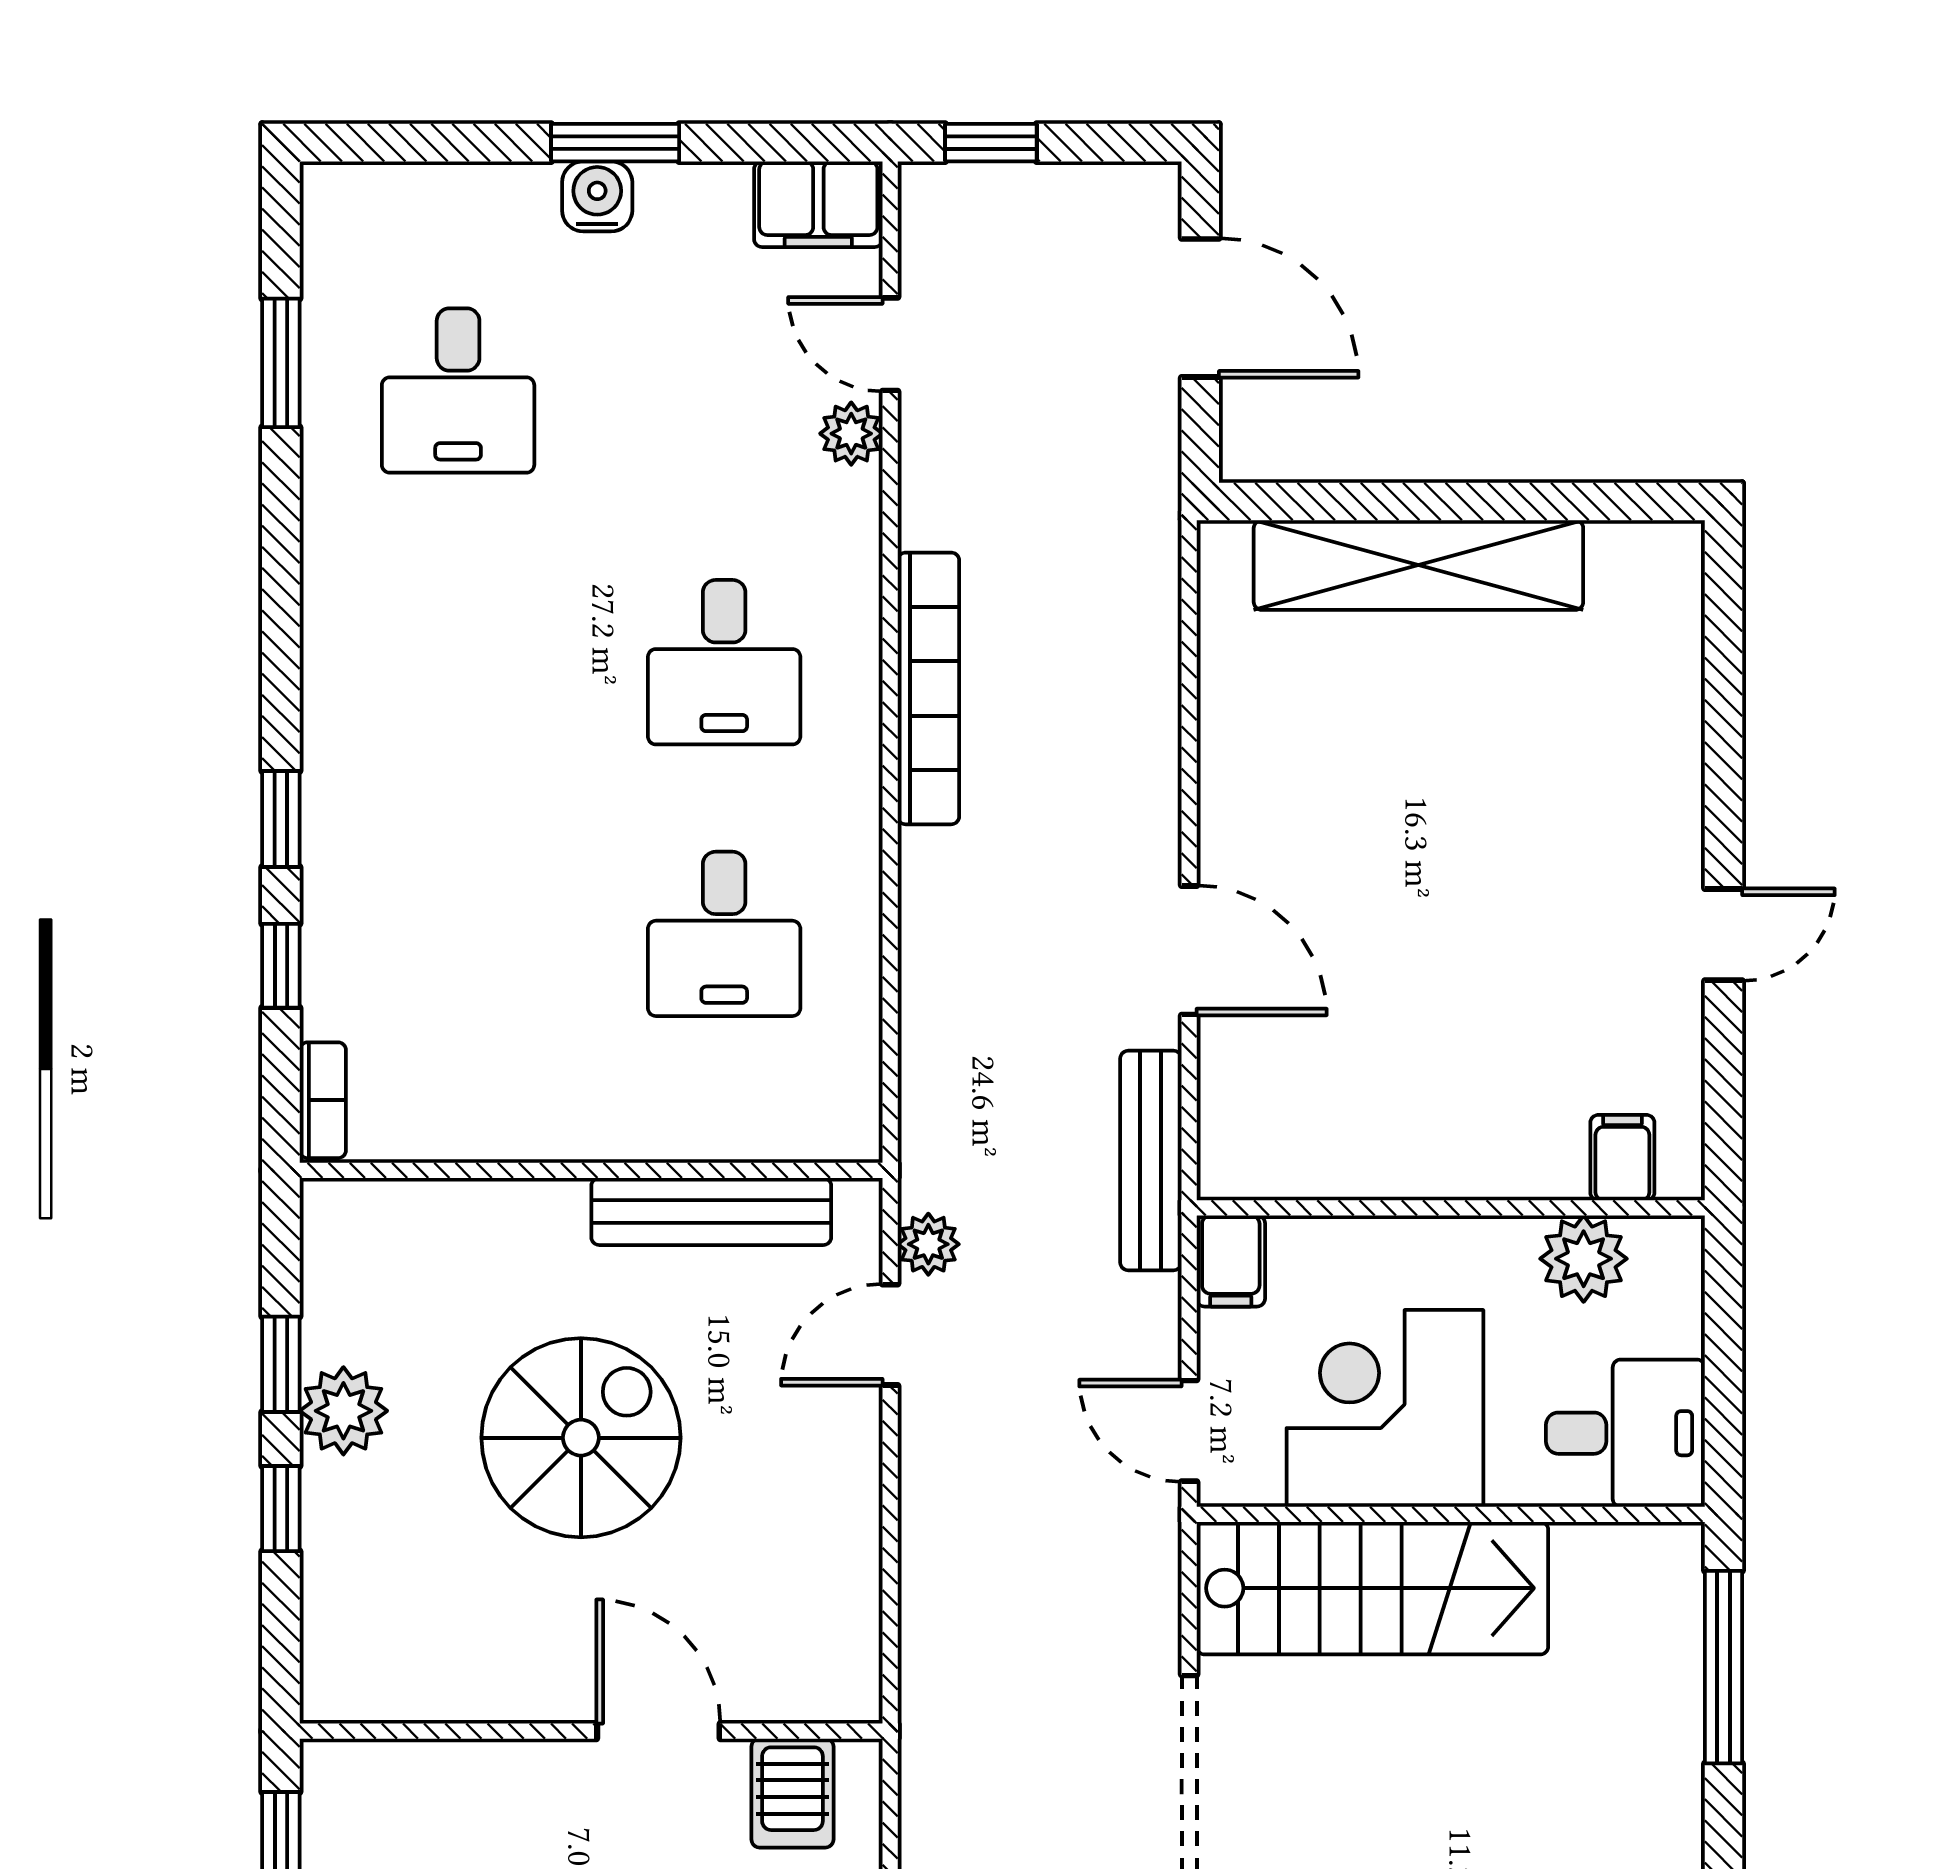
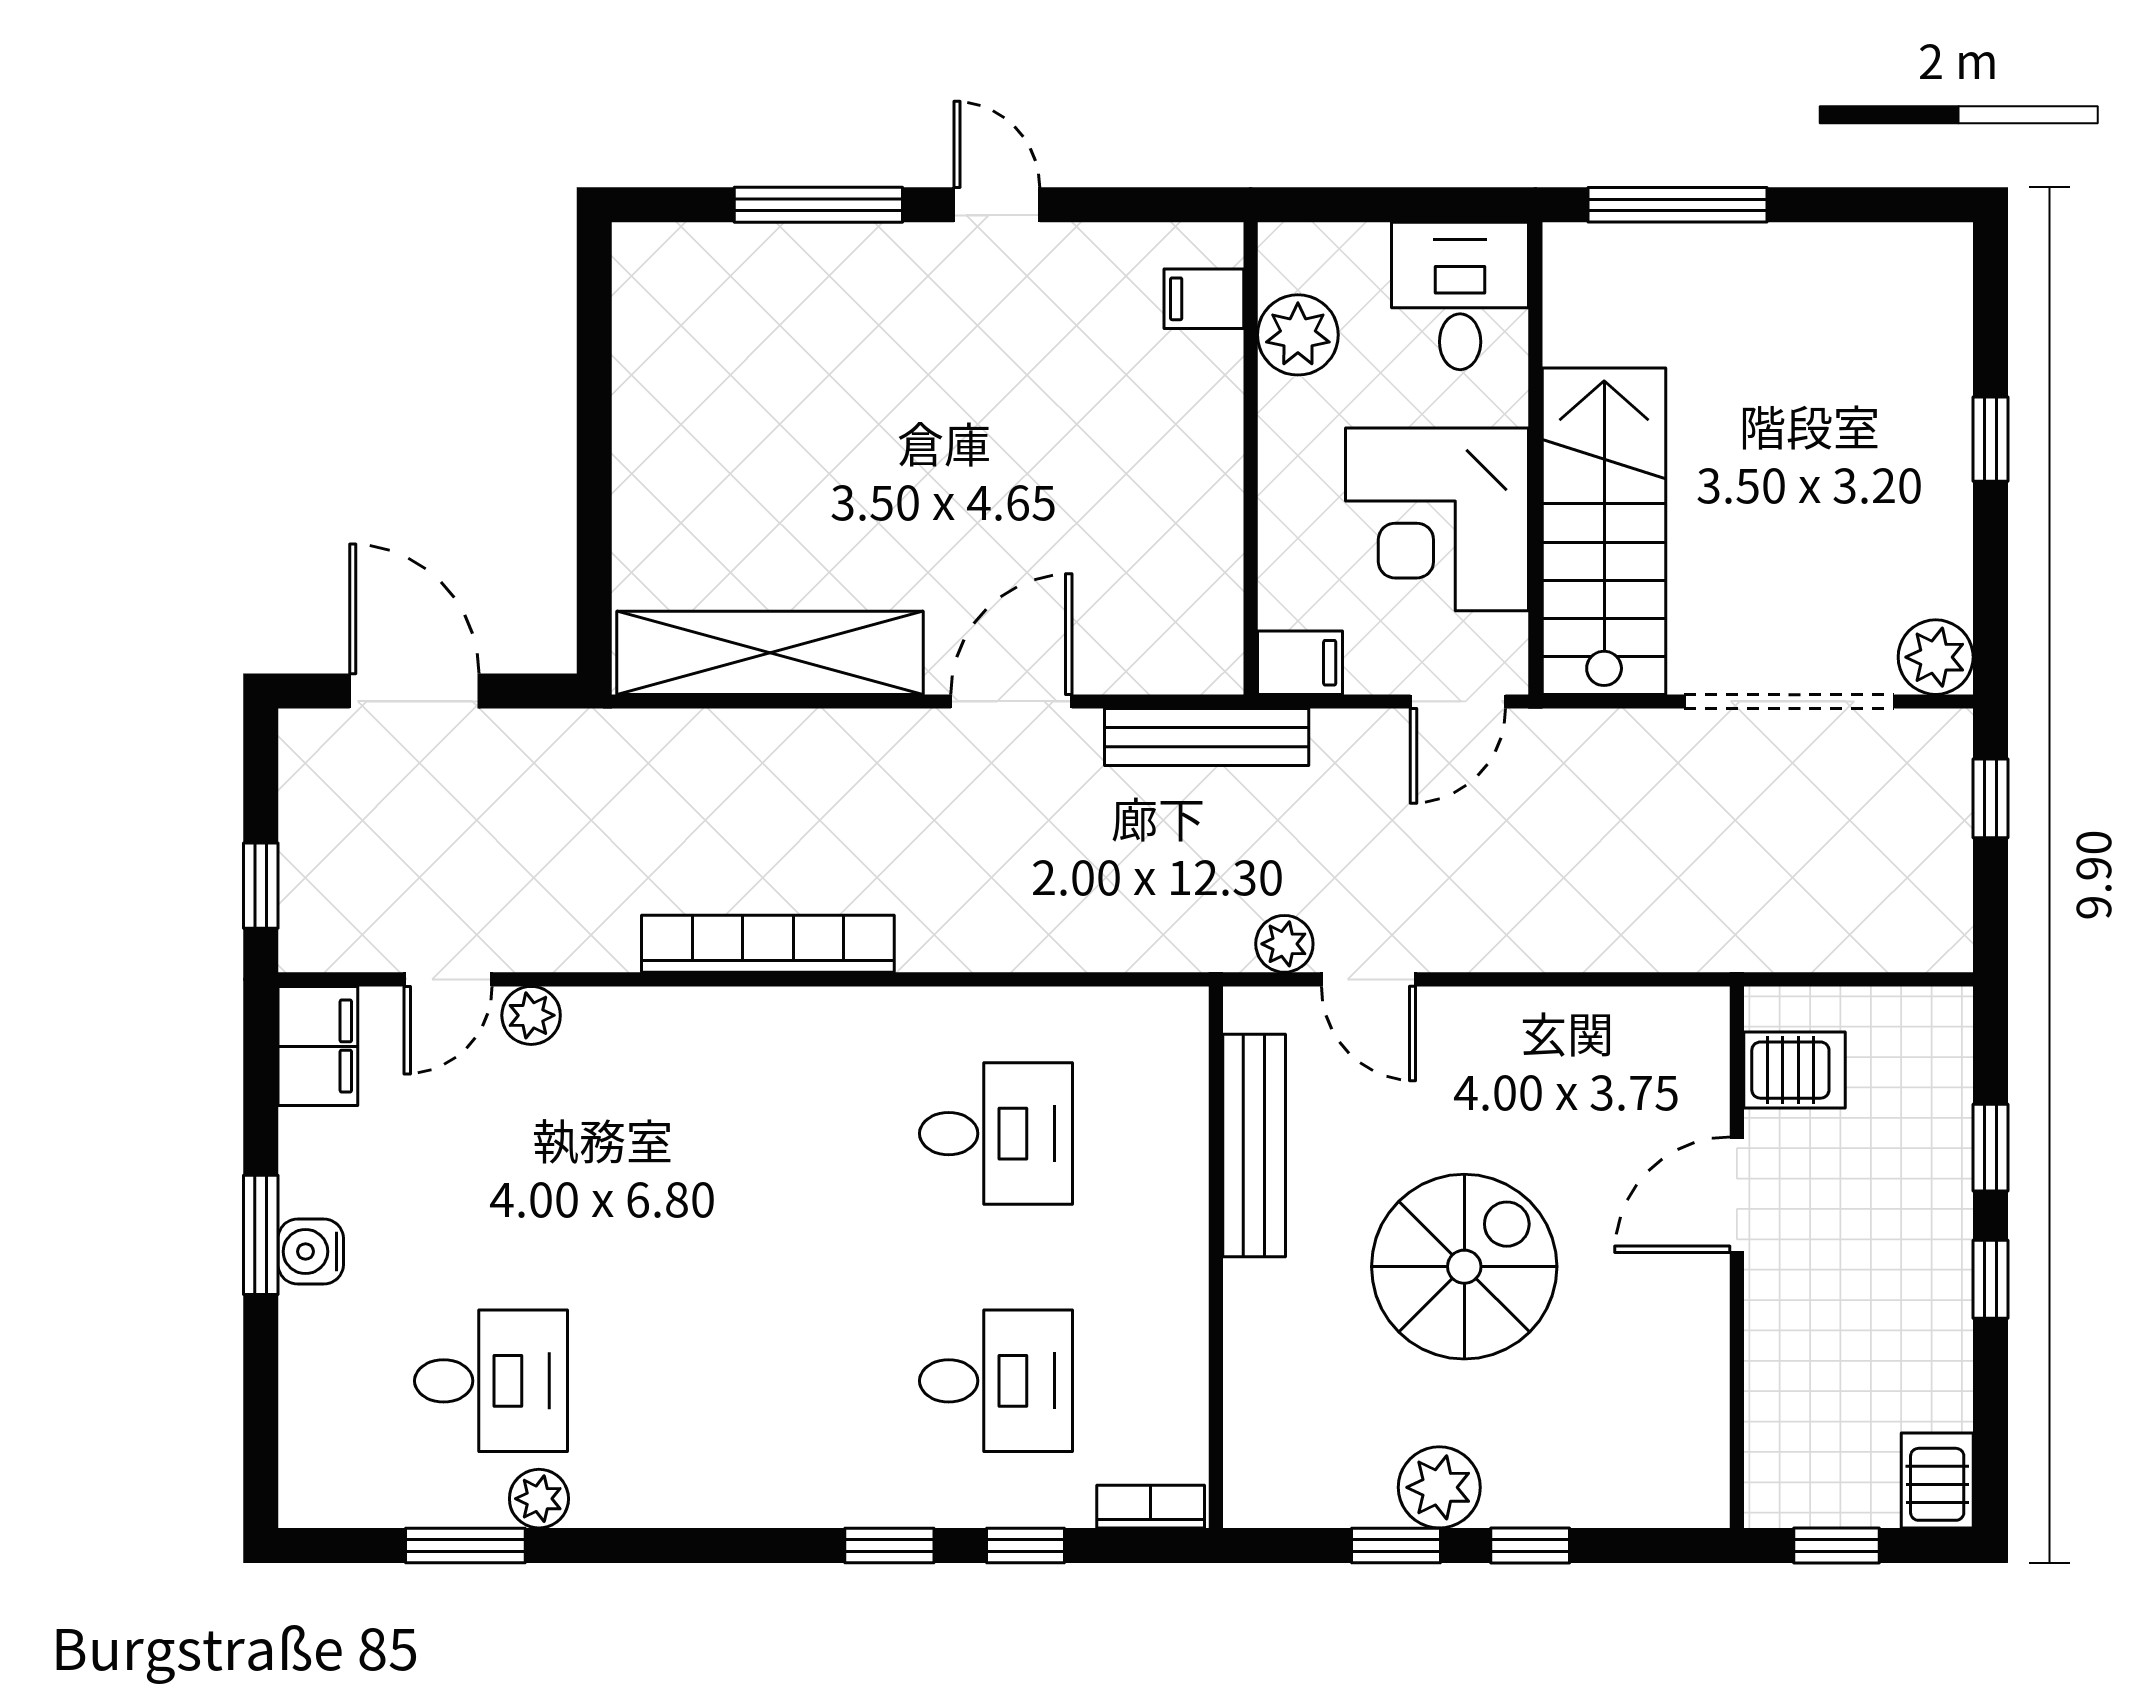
door: (1200, 308) -> (414, 691), hinge flipped
plant: (331, 442) -> (539, 1499), added
shelving: (1418, 565) -> (770, 653), moved, turned 90
desk: (724, 662) -> (996, 1381), moved
window: (1724, 743) -> (818, 205), added
spiral stairs: (581, 1438) -> (1464, 1267), turned 90

